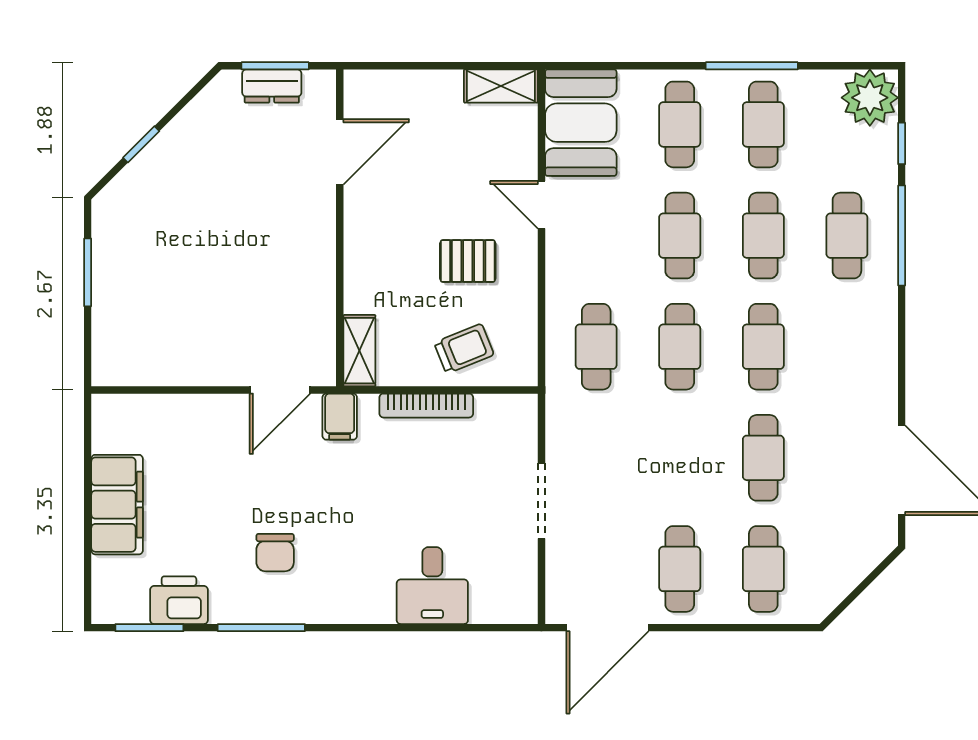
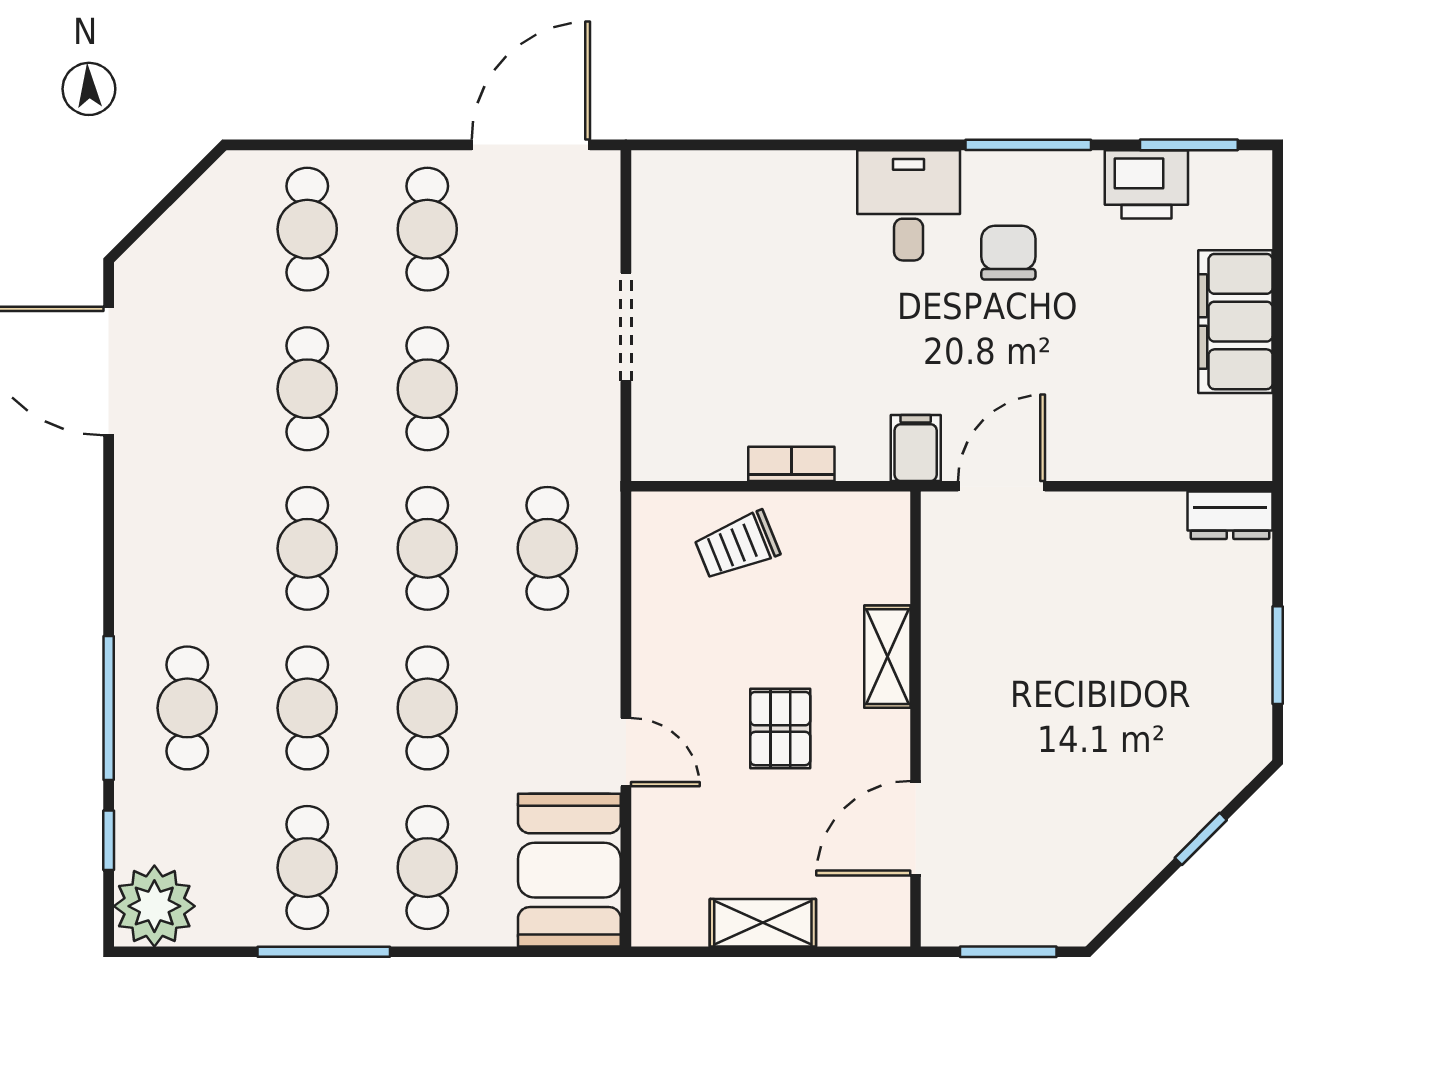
dresser: (272, 86) -> (1230, 515), moved, turned 180
shelving: (501, 86) -> (763, 923), moved
pallet: (468, 261) -> (780, 729), moved, turned 90
shelving: (359, 351) -> (887, 657), moved
bookcase: (426, 406) -> (791, 464), width x0.64
cafe table: (680, 458) -> (427, 389), added
desk: (432, 586) -> (909, 205), moved

